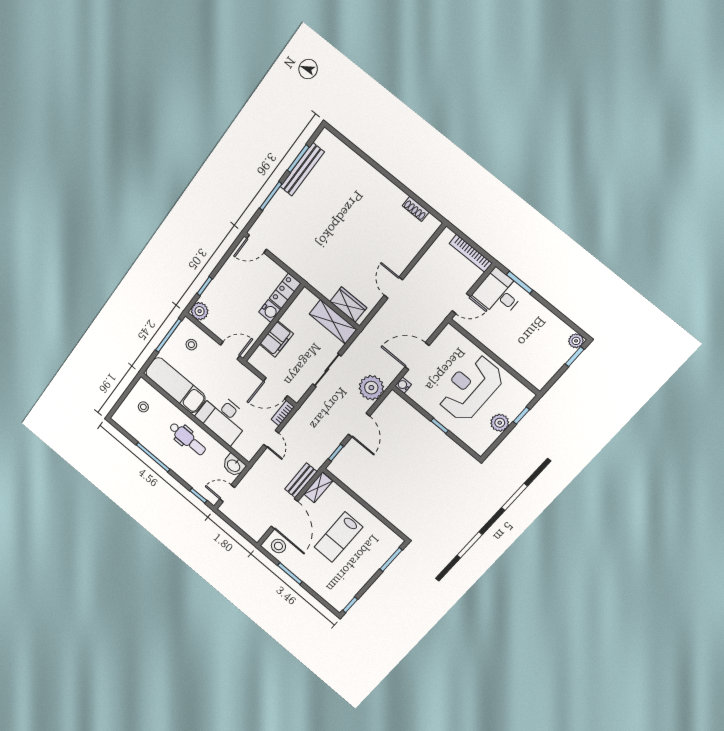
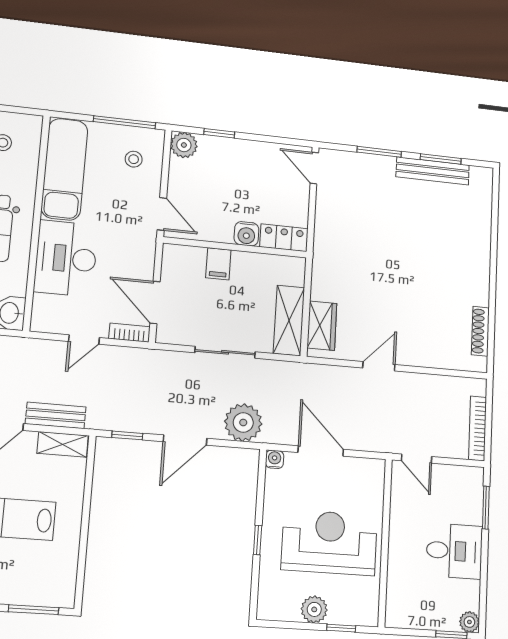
shoe rack: (416, 209) -> (480, 331), width x1.43
desk: (499, 293) -> (454, 551), moved, turned 90
filing cabinet: (276, 339) -> (218, 264), width x0.50

